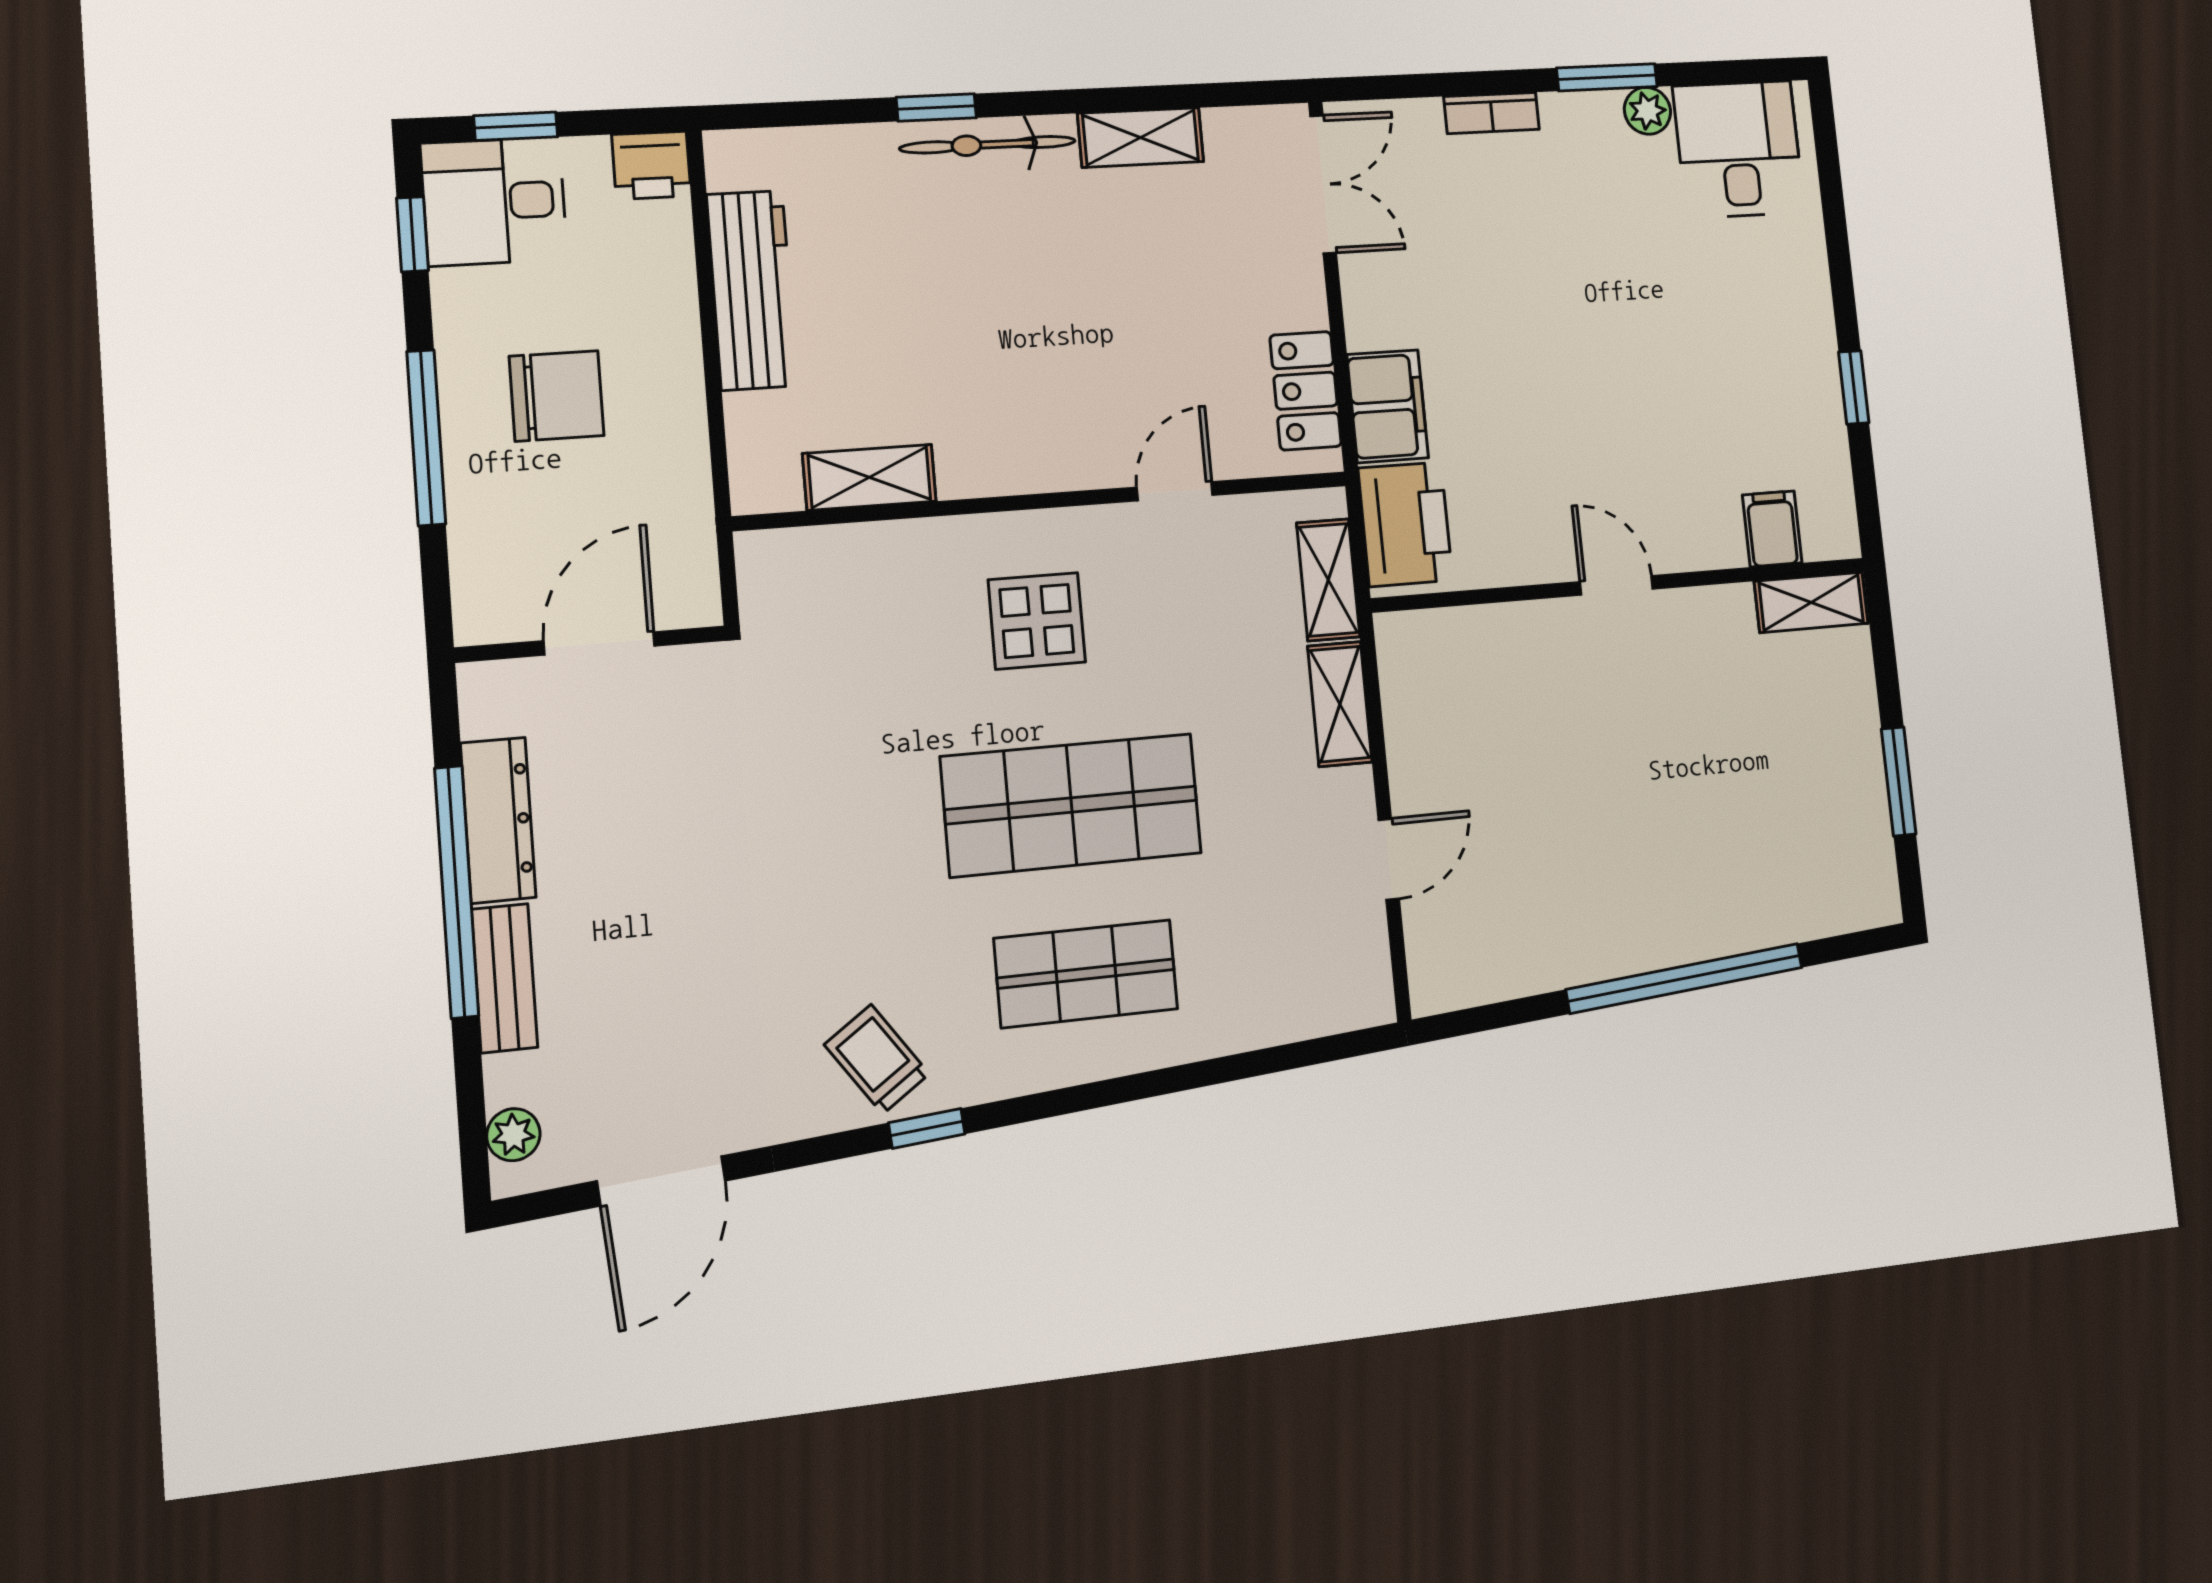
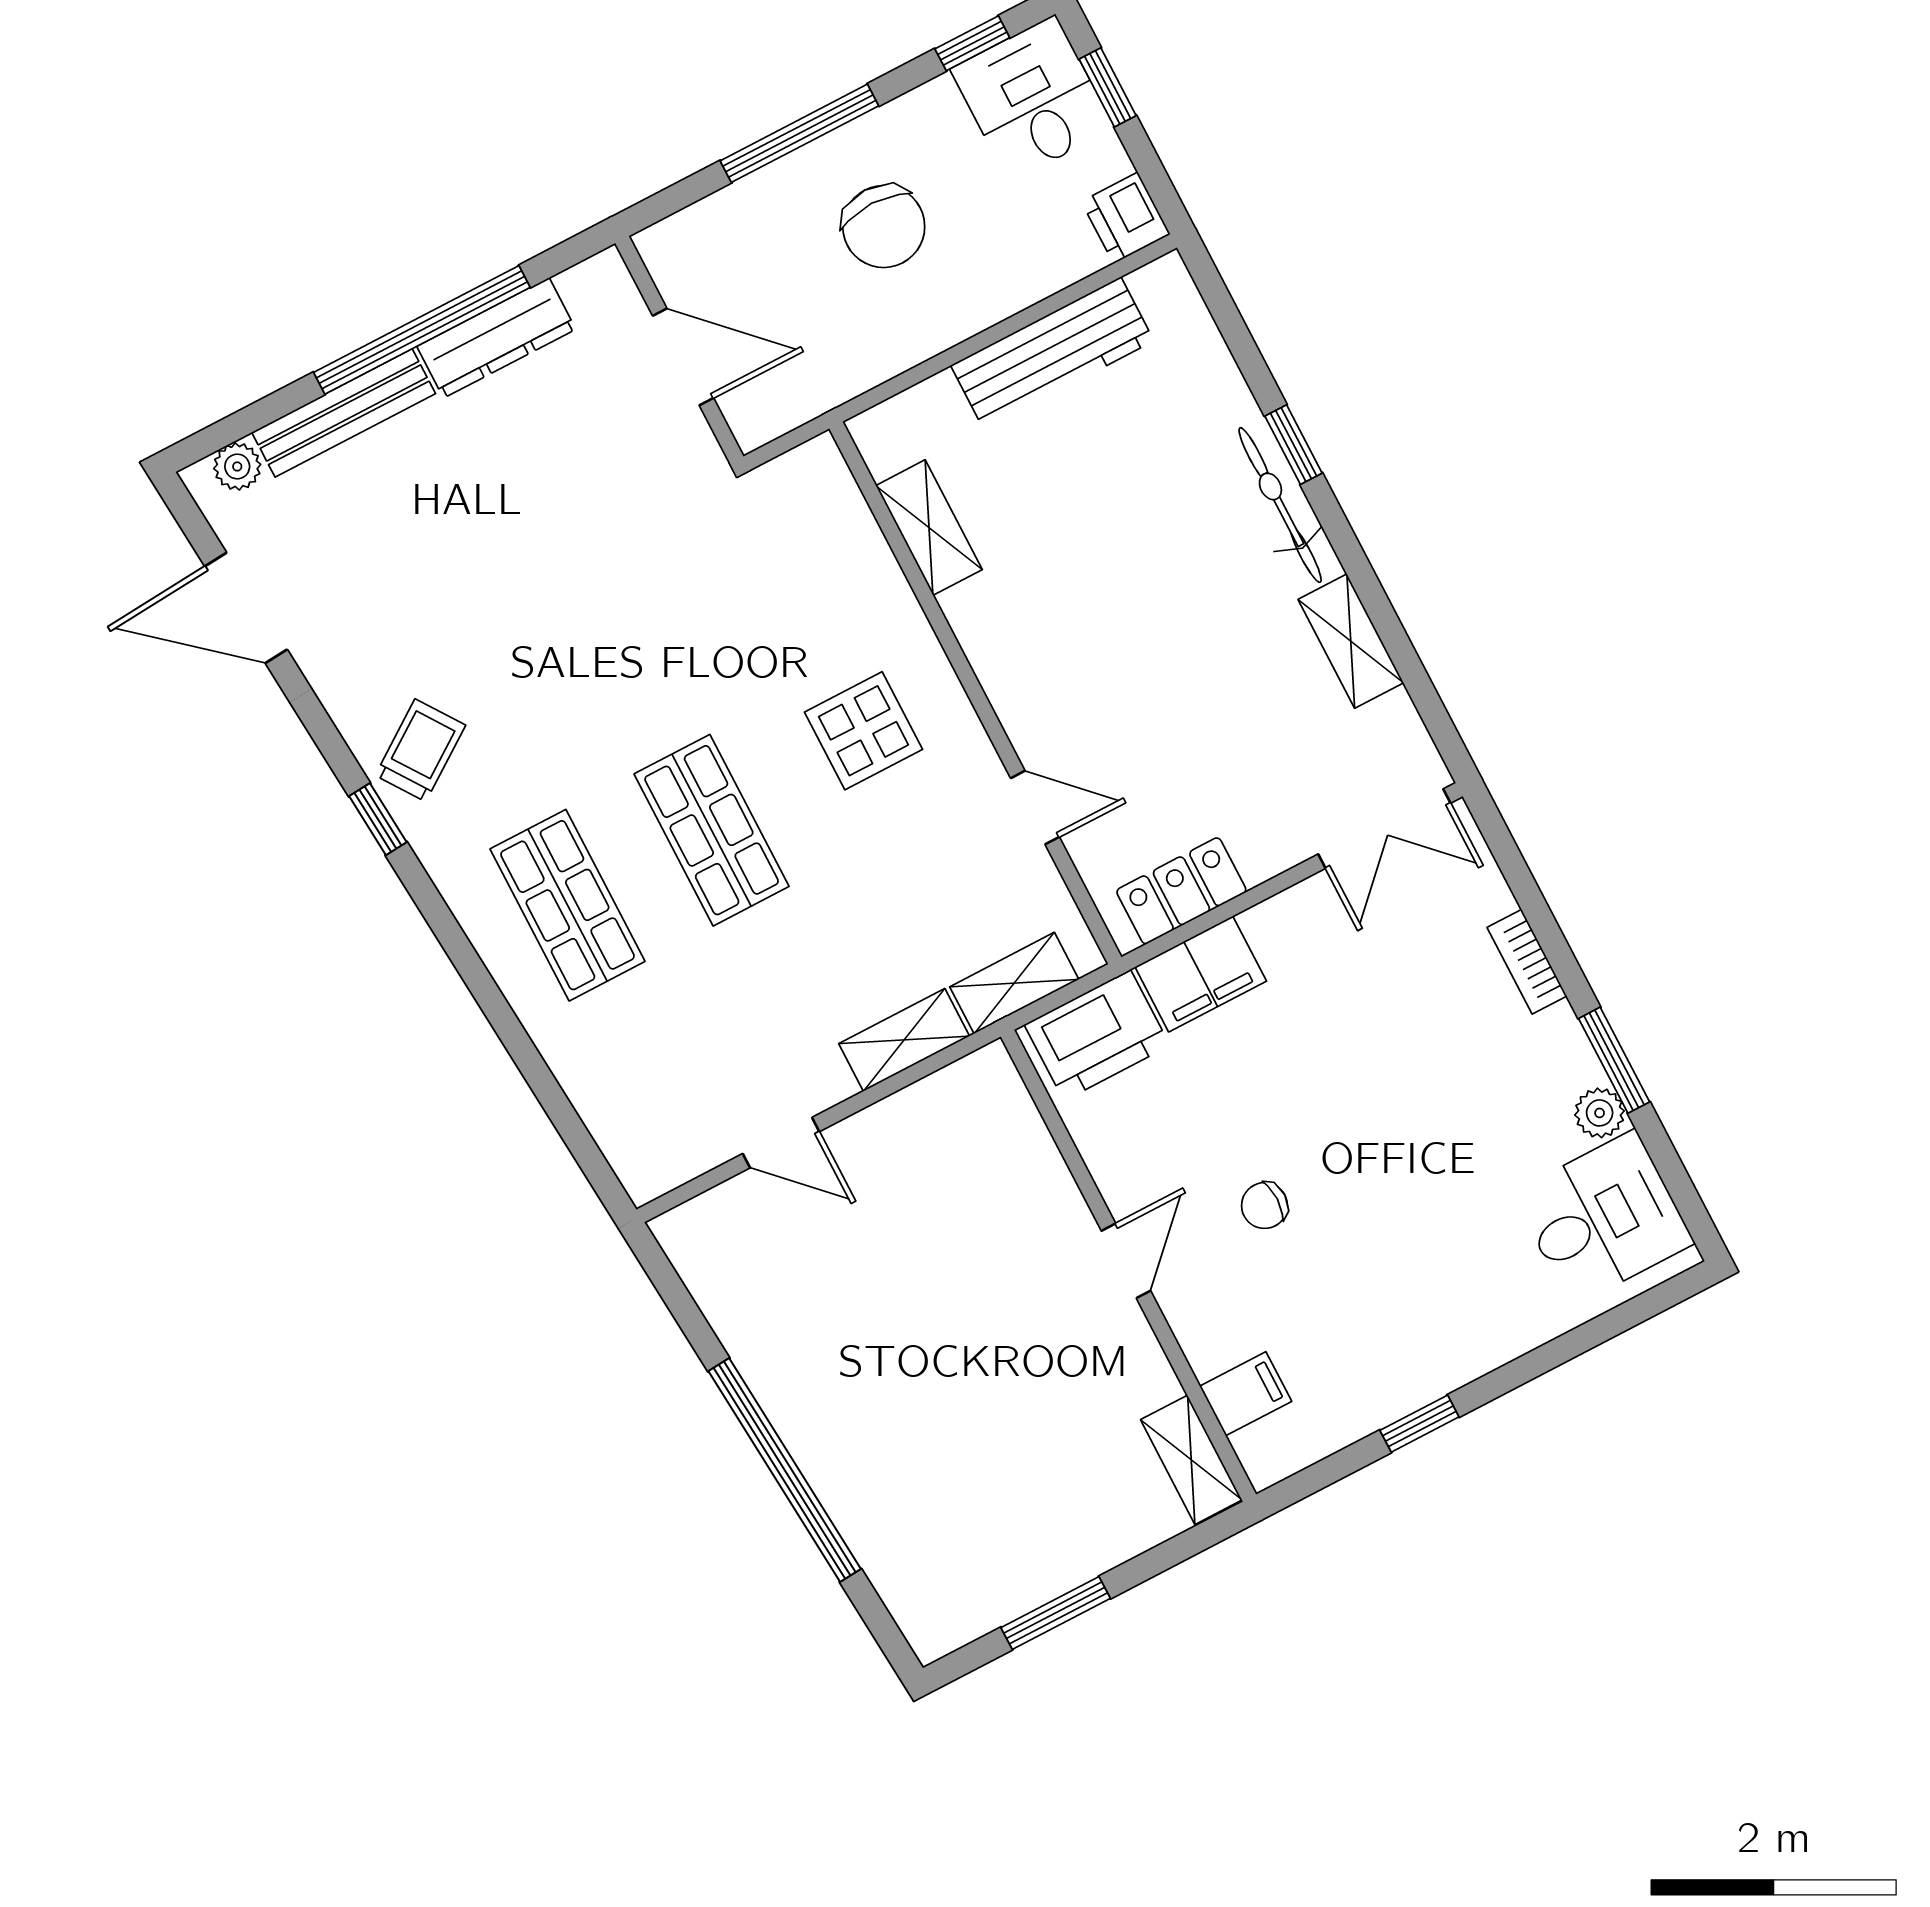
chair: (1615, 440) -> (1264, 1206), added
shop shelf: (1071, 805) -> (712, 830), width x0.70, depth x0.74
bench: (505, 978) -> (344, 413), width x1.36

